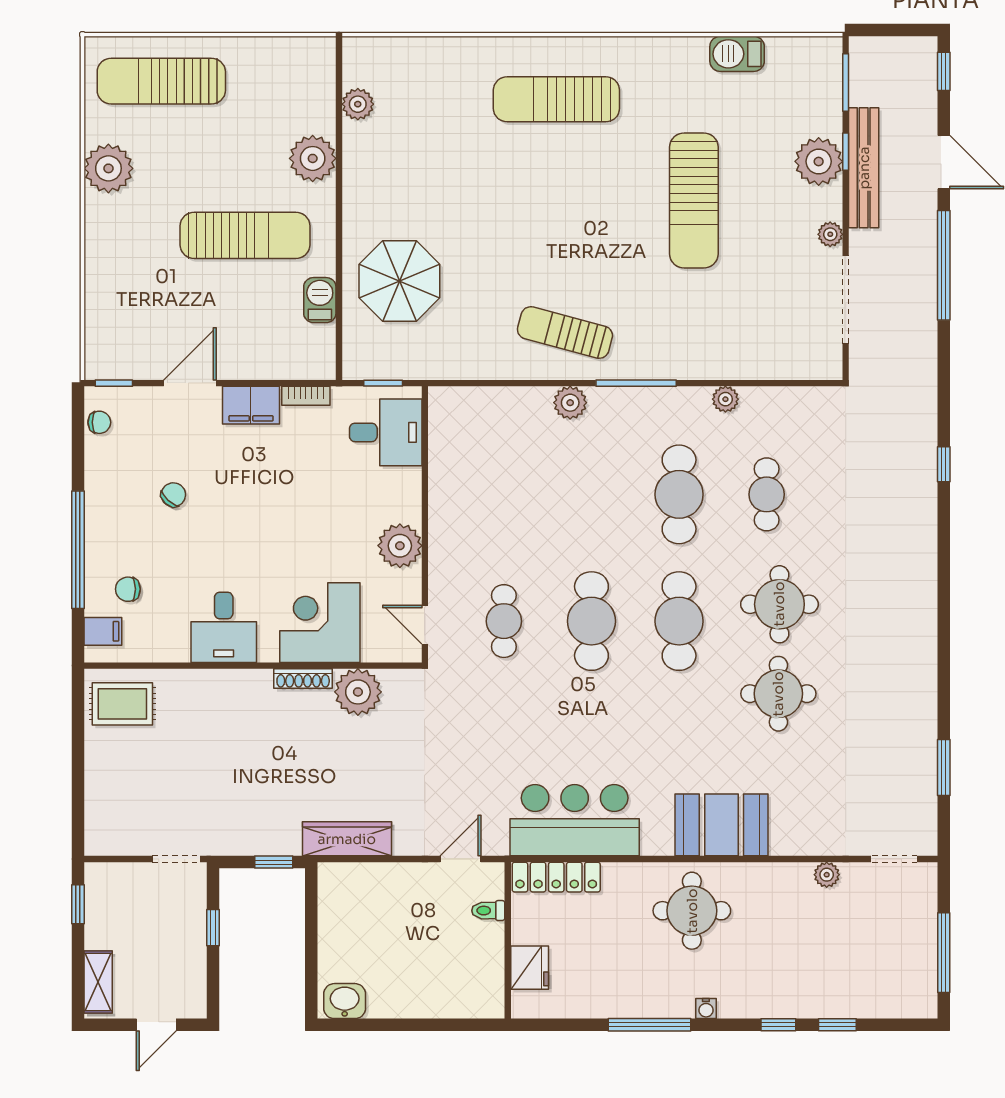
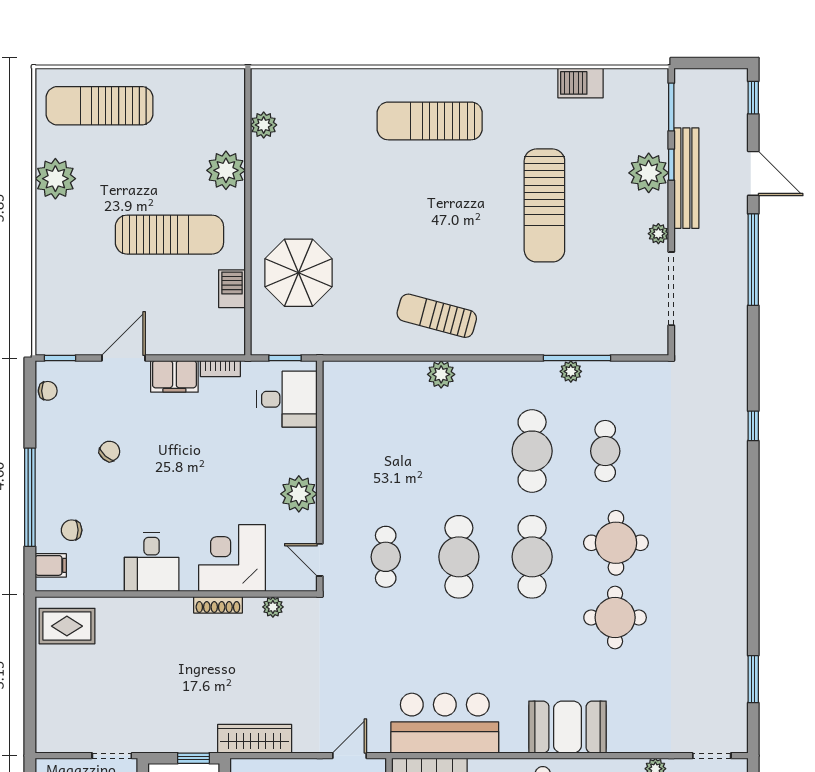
window: (636, 383) -> (577, 358), moved
plant: (358, 692) -> (273, 607), width x0.53, depth x0.53

